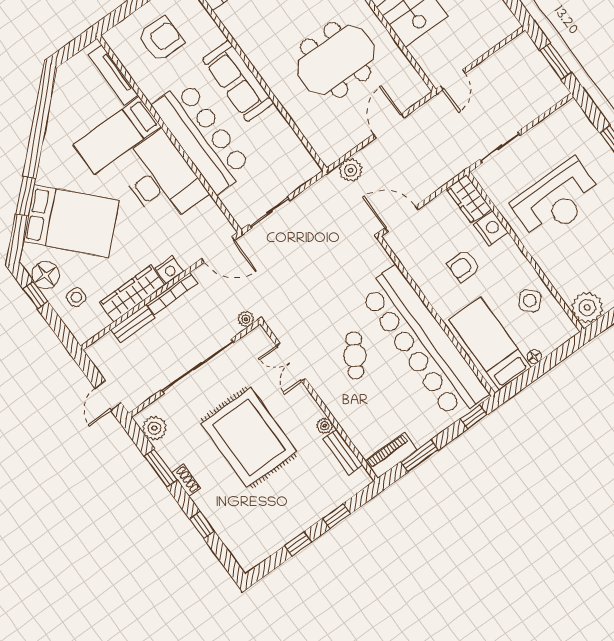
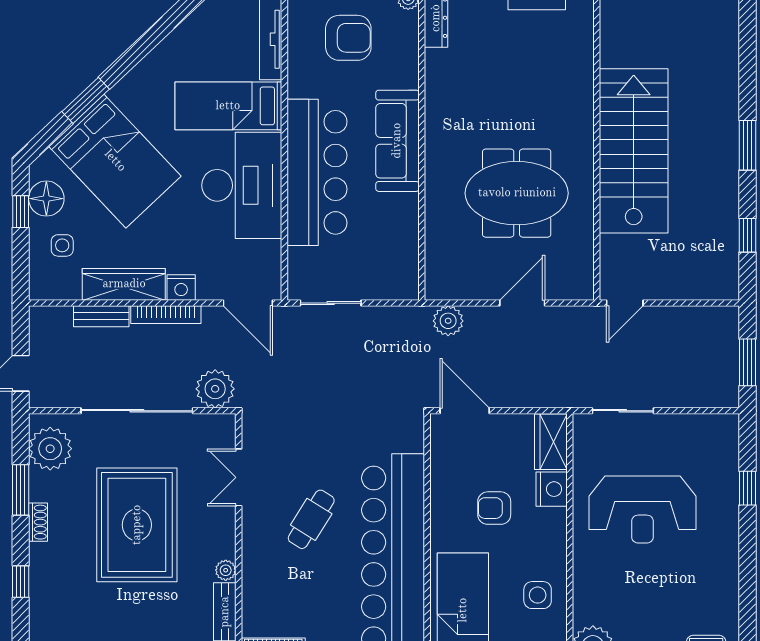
side table: (530, 301) -> (538, 595), turned 45
plant: (246, 319) -> (215, 389), width x1.88, depth x1.88
plant: (154, 428) -> (50, 449), width x1.36, depth x1.36

